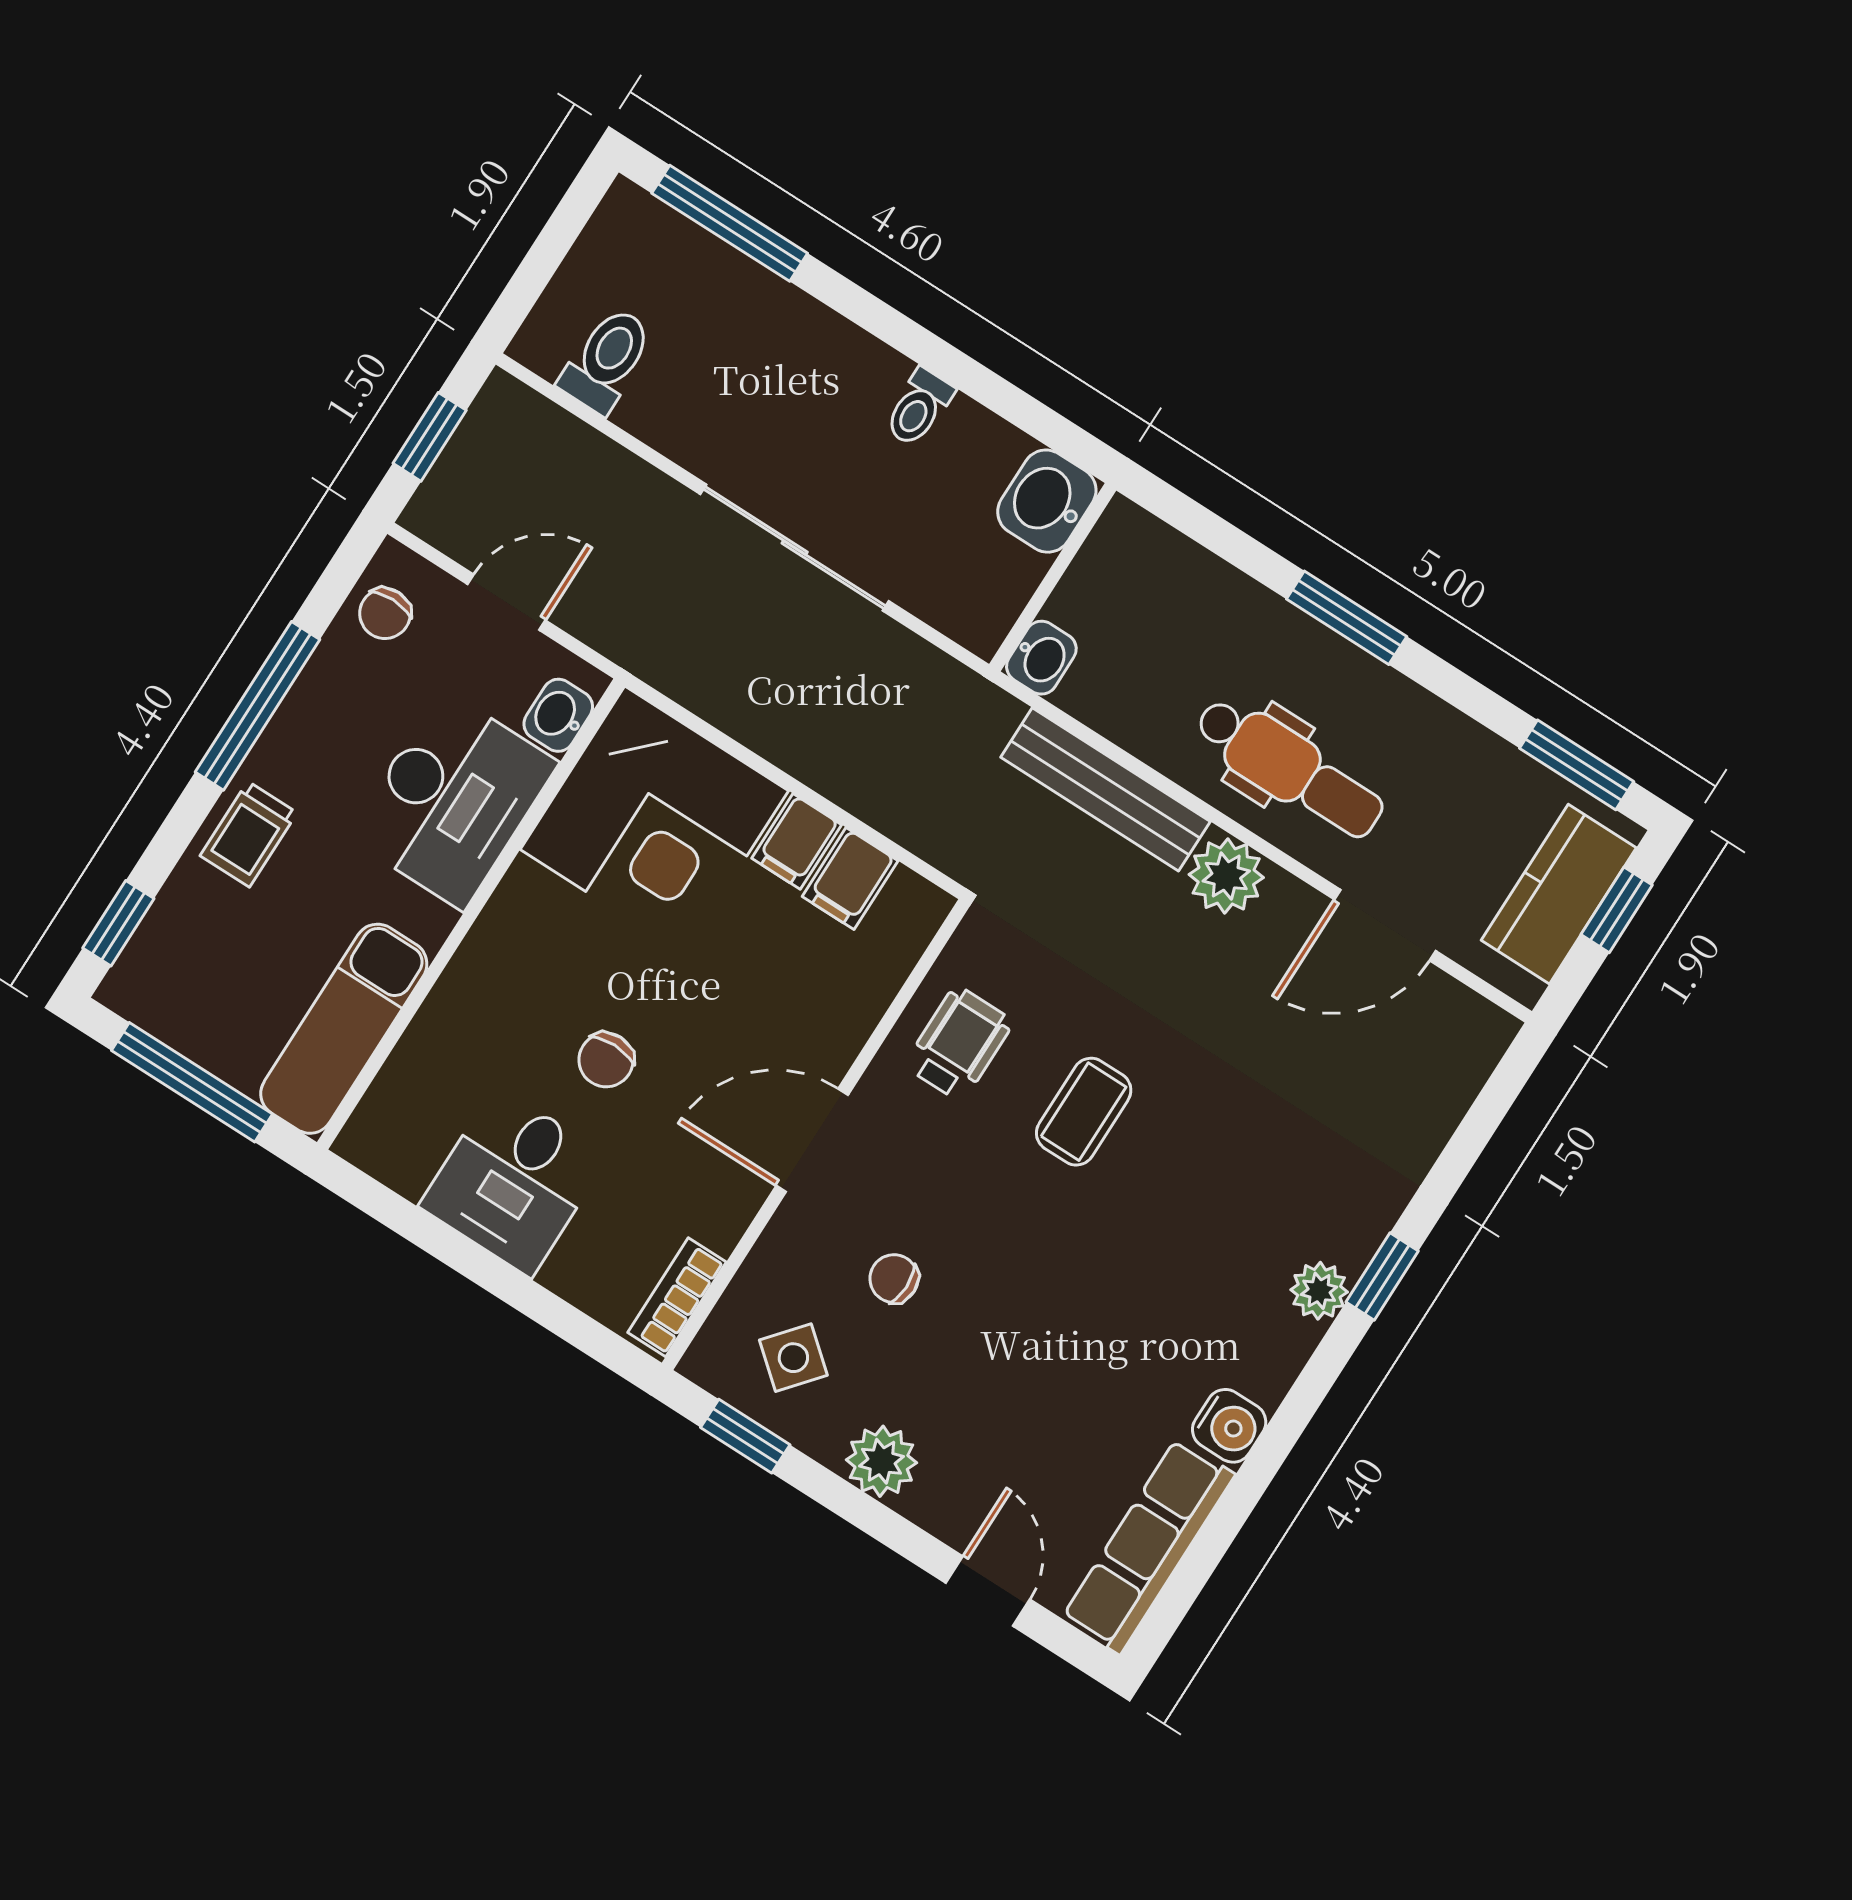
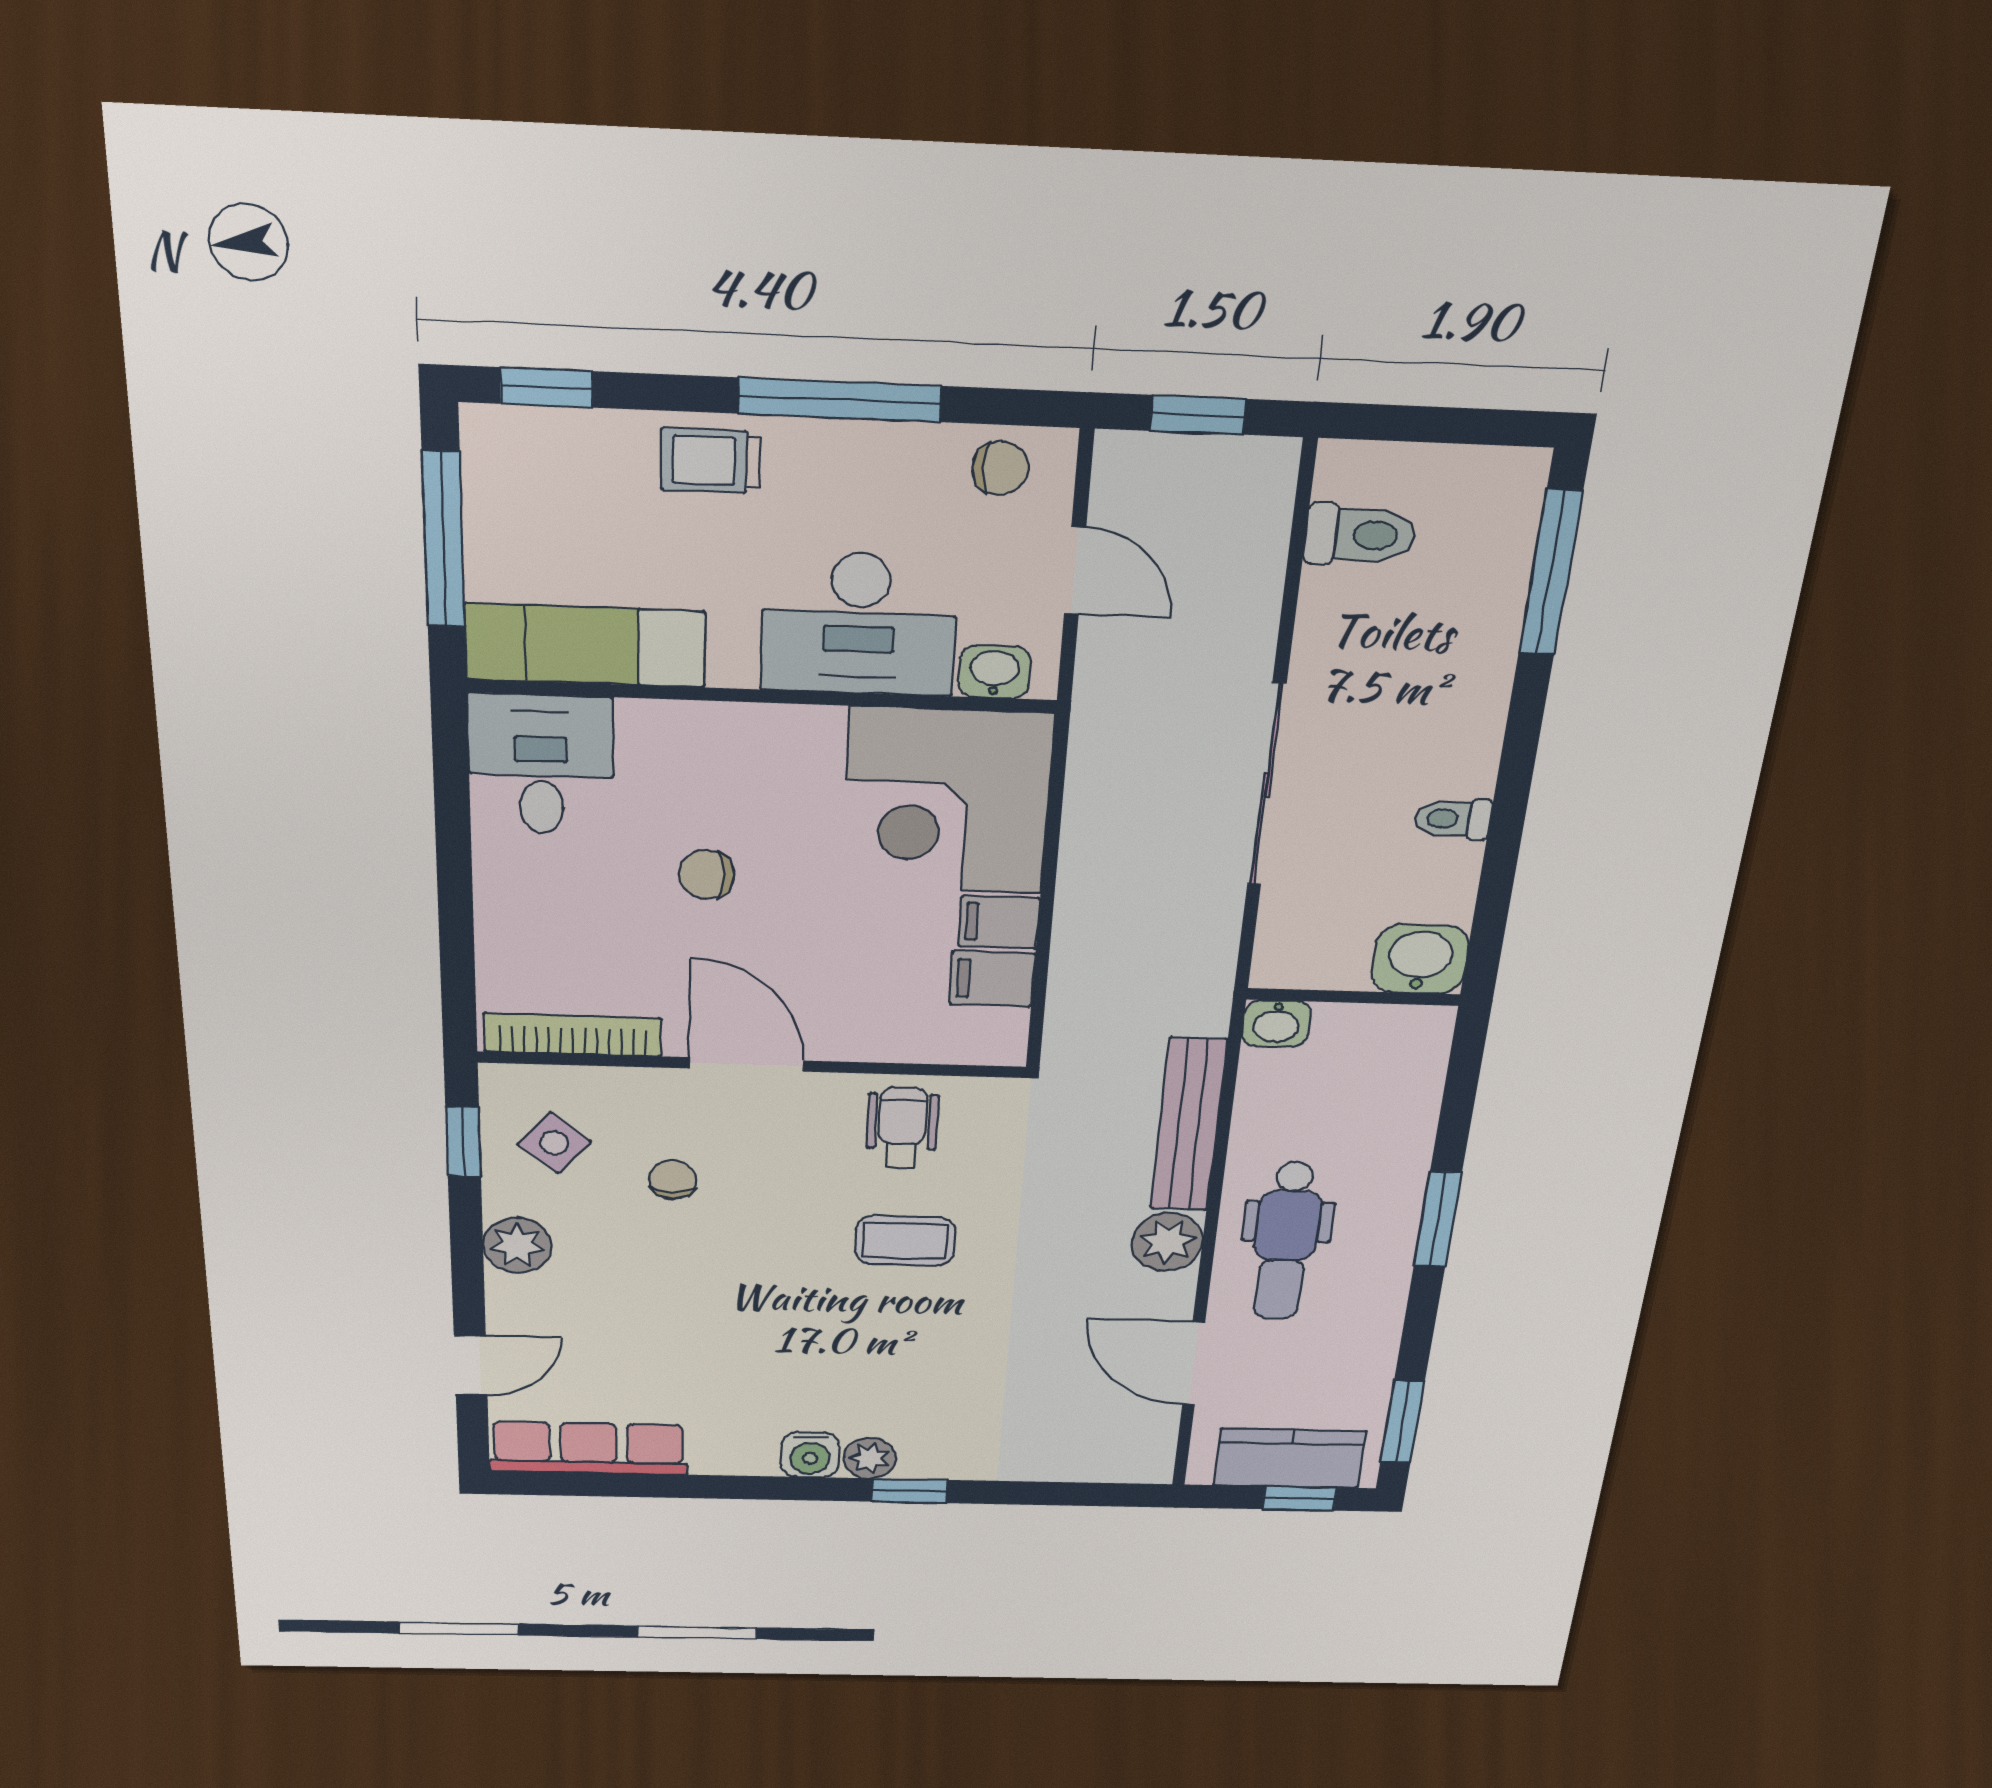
chair: (385, 614) -> (1000, 468), turned 180
wheelchair: (959, 1044) -> (902, 1128), turned -90
desk: (514, 1181) -> (541, 765), moved, turned 90
bookcase: (677, 1297) -> (573, 1035), width x1.56
water cooler: (1229, 1426) -> (810, 1455), moved

